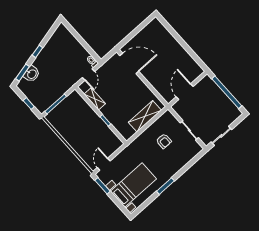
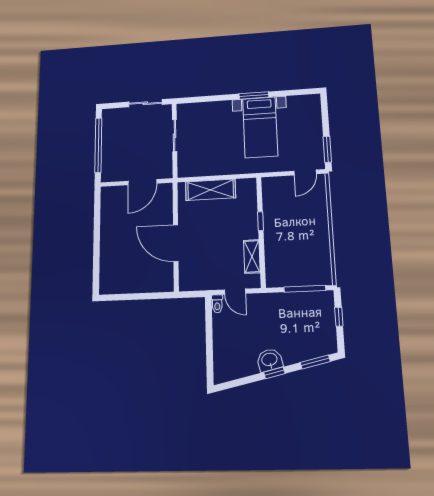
door: (129, 63) -> (176, 243), moved
washbasin: (32, 74) -> (270, 360), moved
door: (89, 74) -> (235, 292), swing flipped
armchair: (164, 141) -> (213, 146), removed
bed with nightstands: (133, 185) -> (260, 127), moved, turned -90

